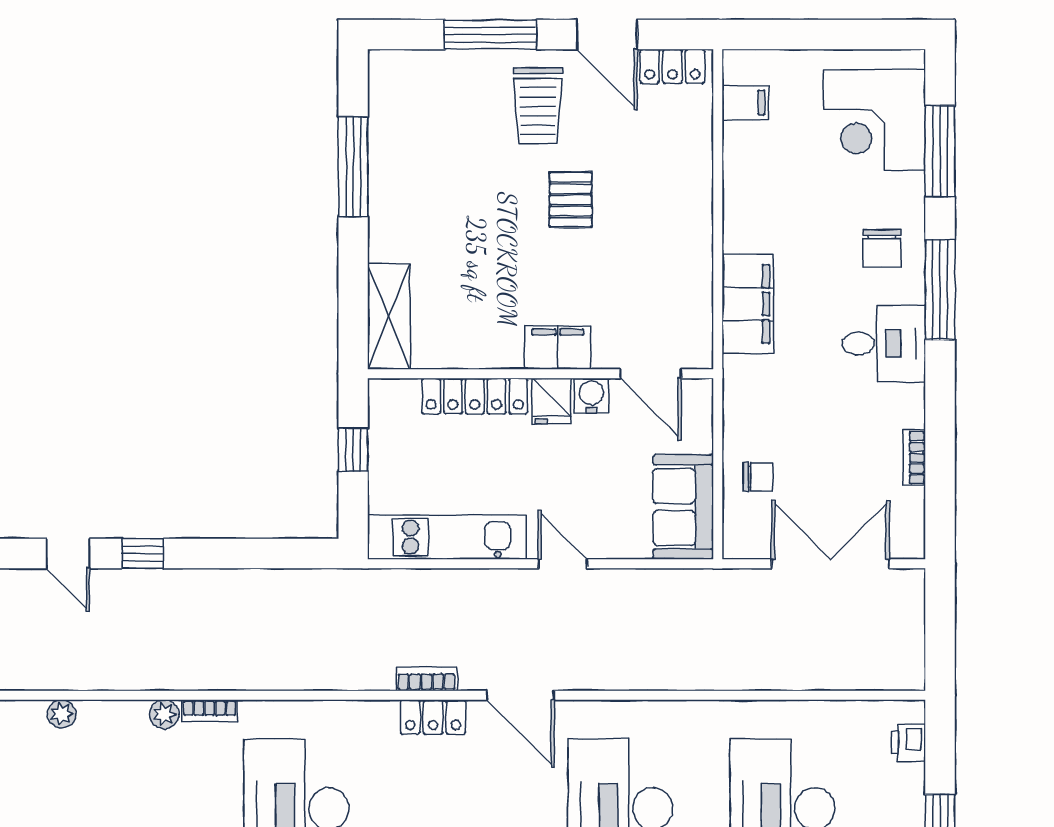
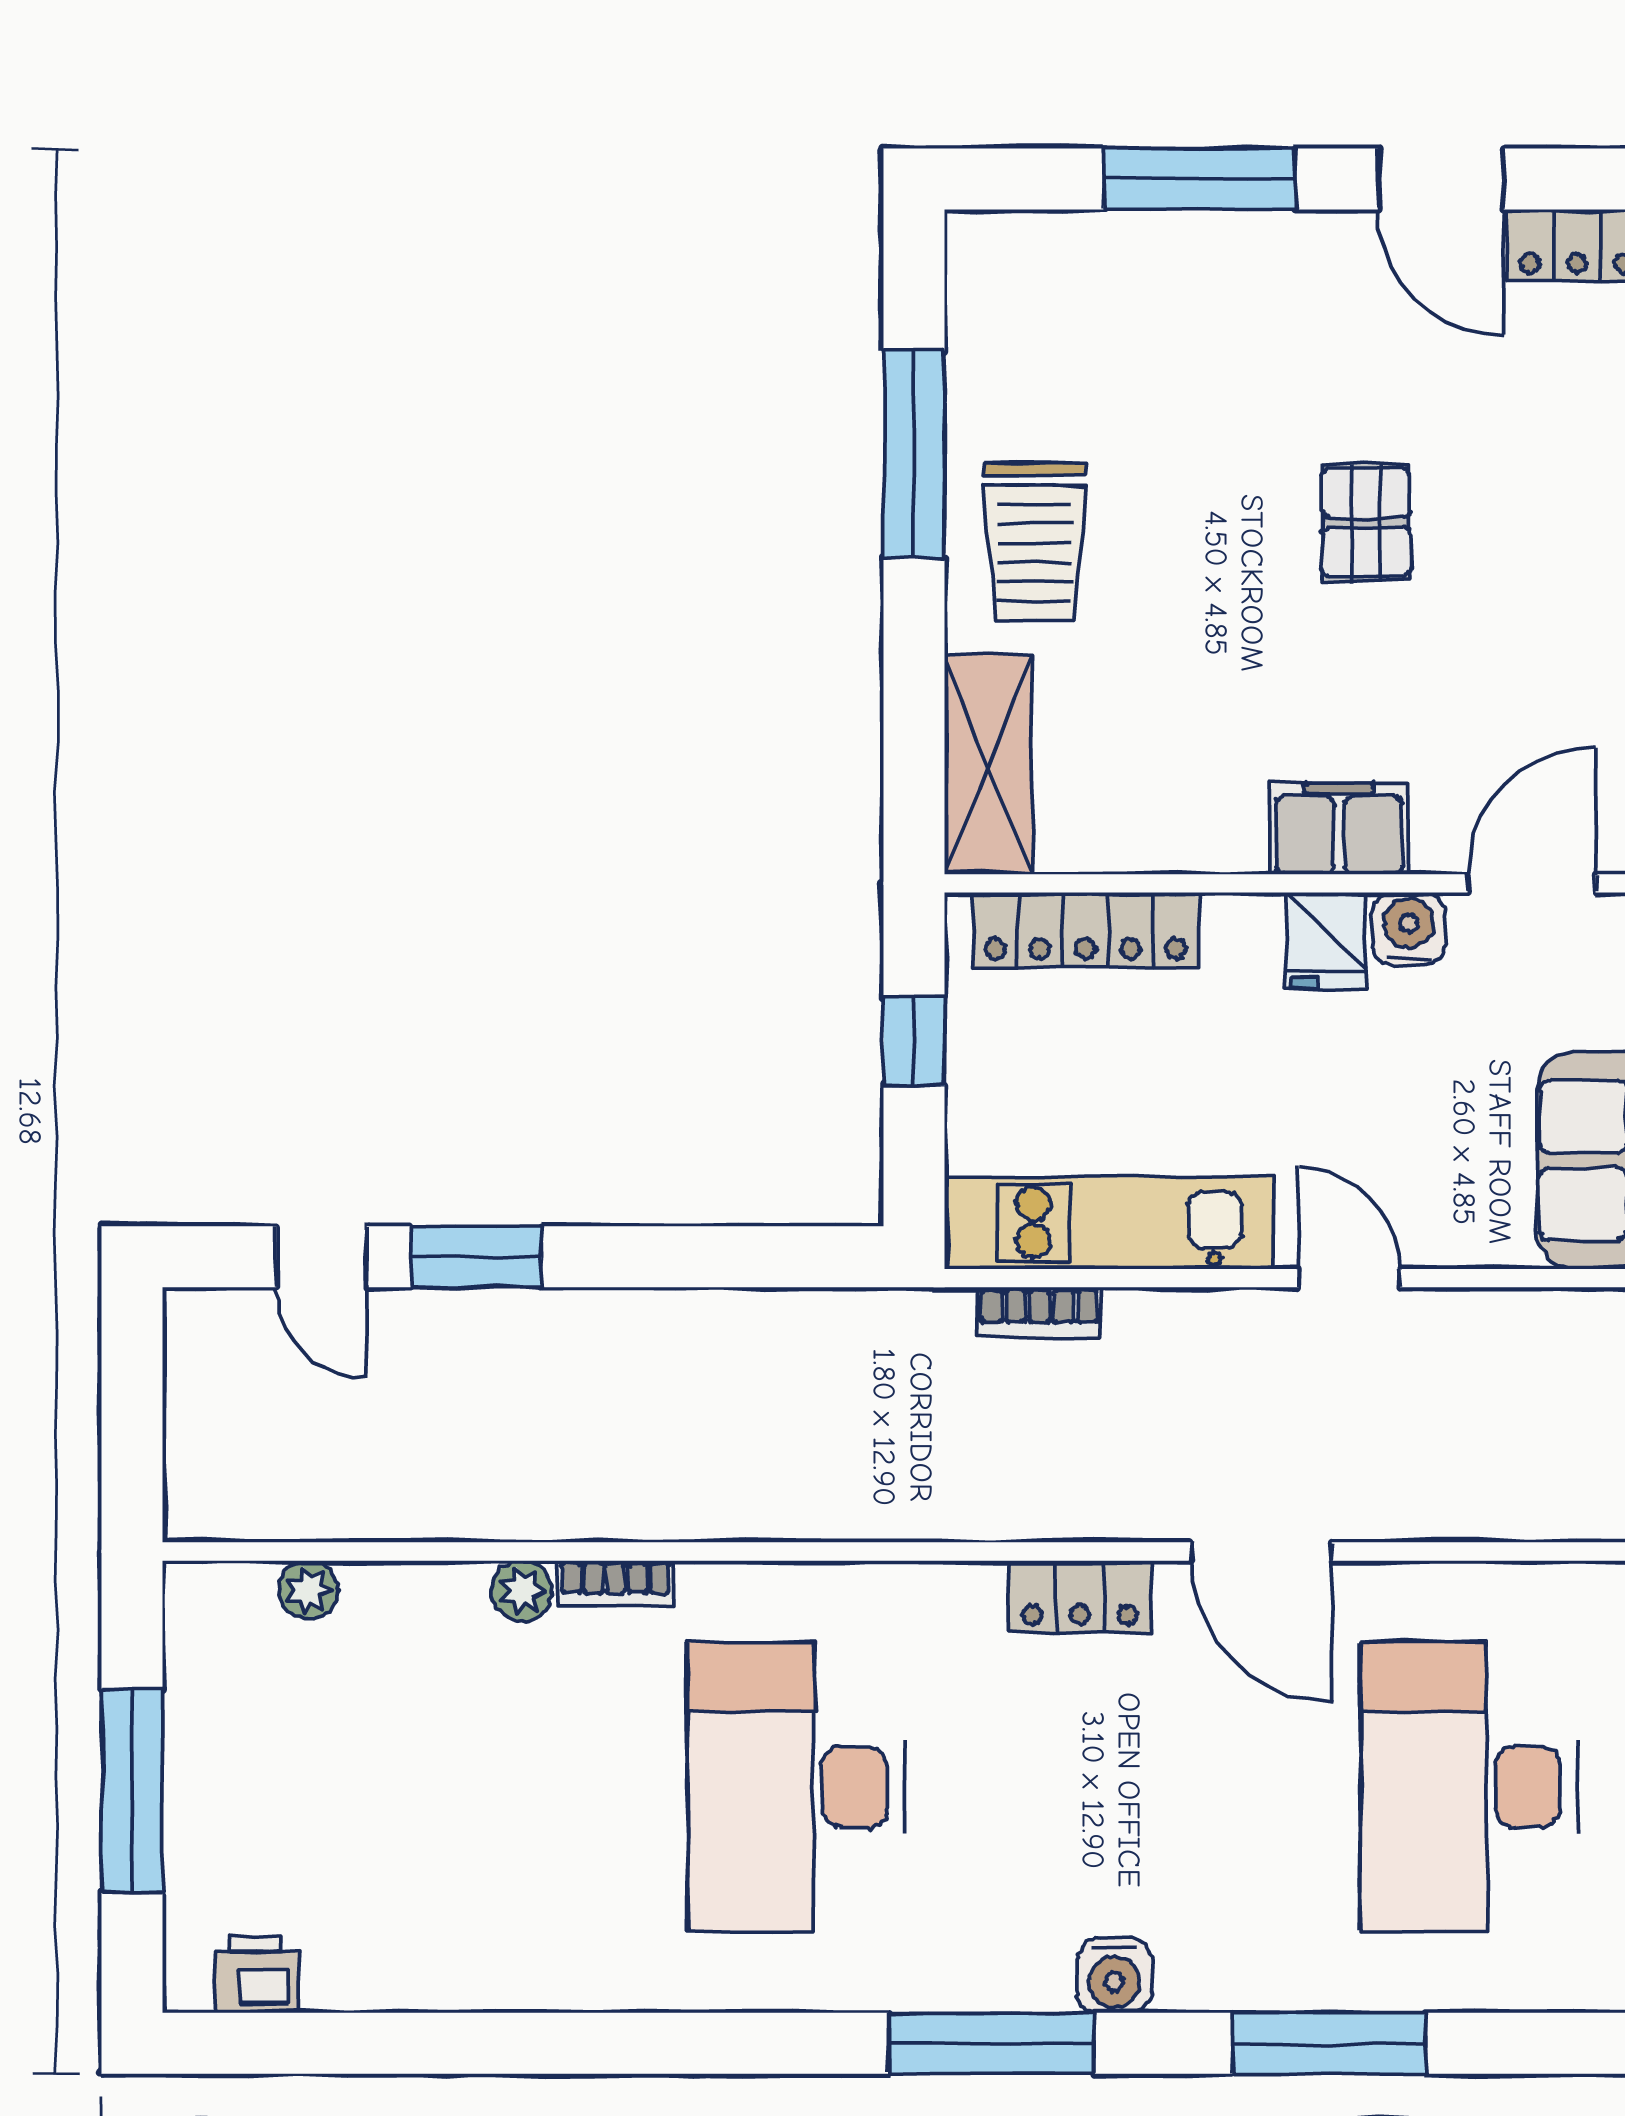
trolley: (538, 106) -> (1035, 542), moved
door: (650, 374) -> (1532, 883), swing flipped
locker: (475, 396) -> (1085, 930), moved
window: (143, 553) -> (477, 1257), width x1.50
bookcase: (427, 679) -> (1039, 1312), moved, turned 180

